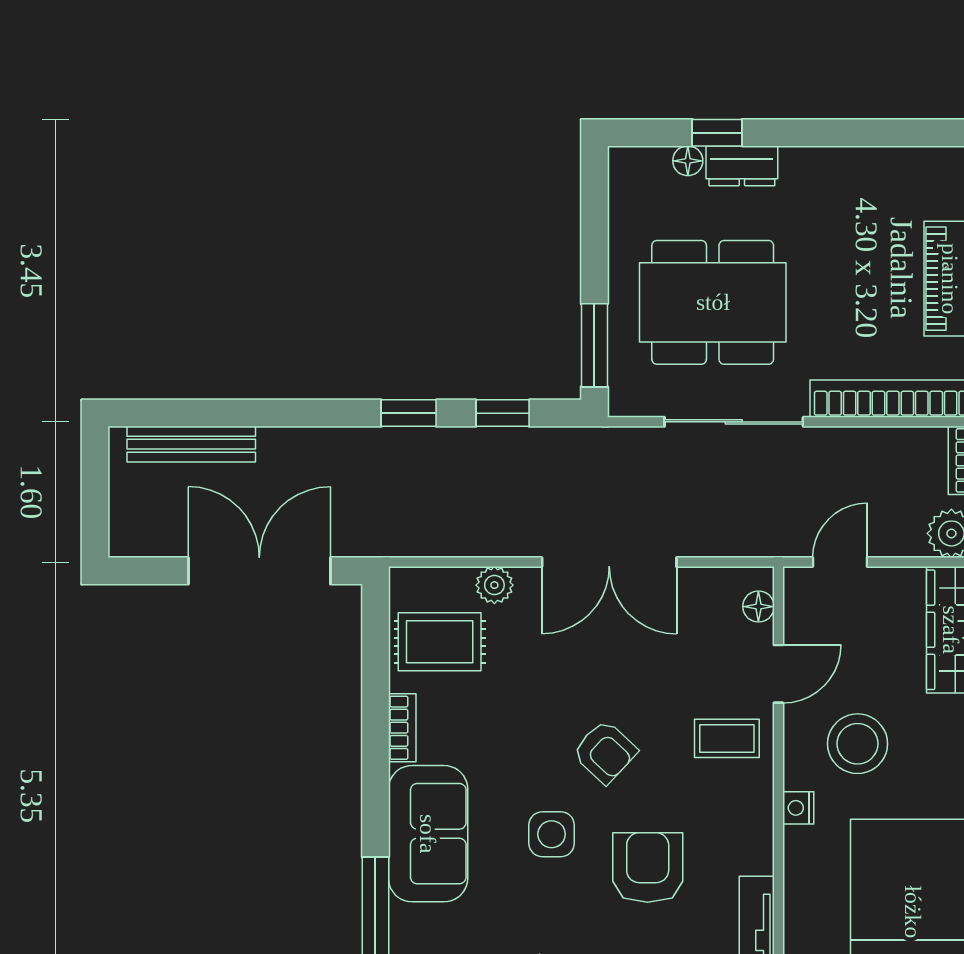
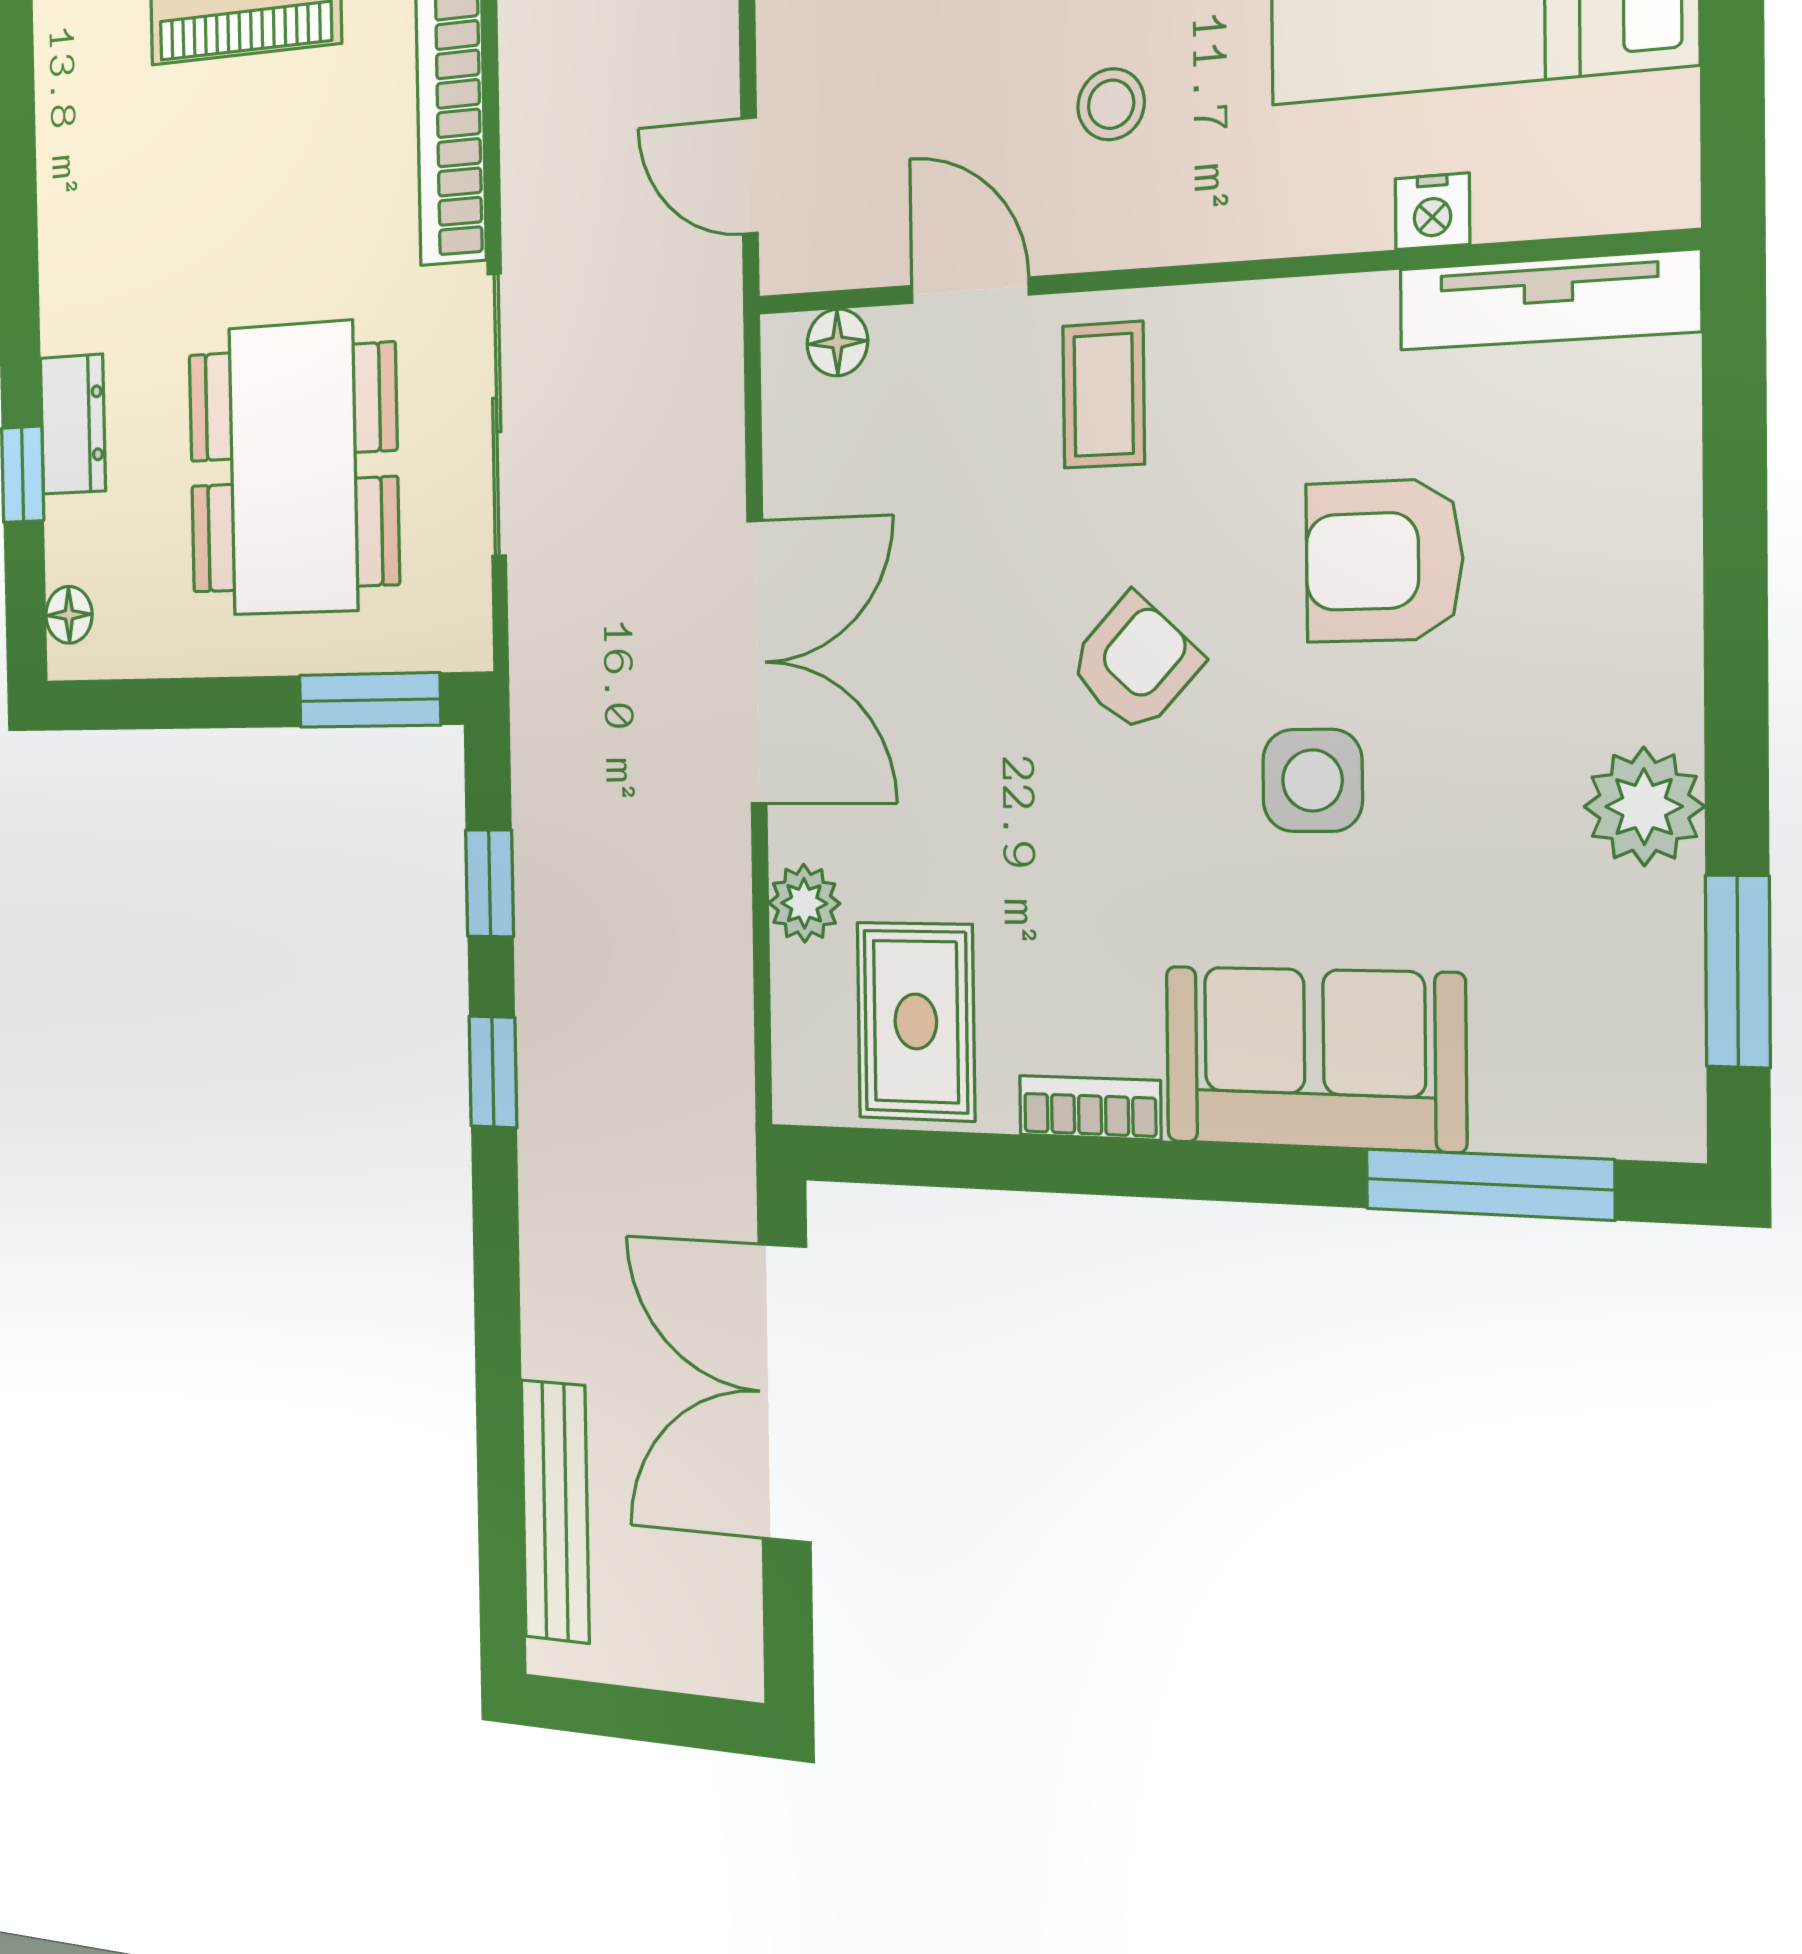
floor lamp: (688, 161) -> (69, 615), moved
stool: (858, 744) -> (1111, 104), width x0.53, depth x0.53
nightstand: (798, 808) -> (1432, 211), moved

